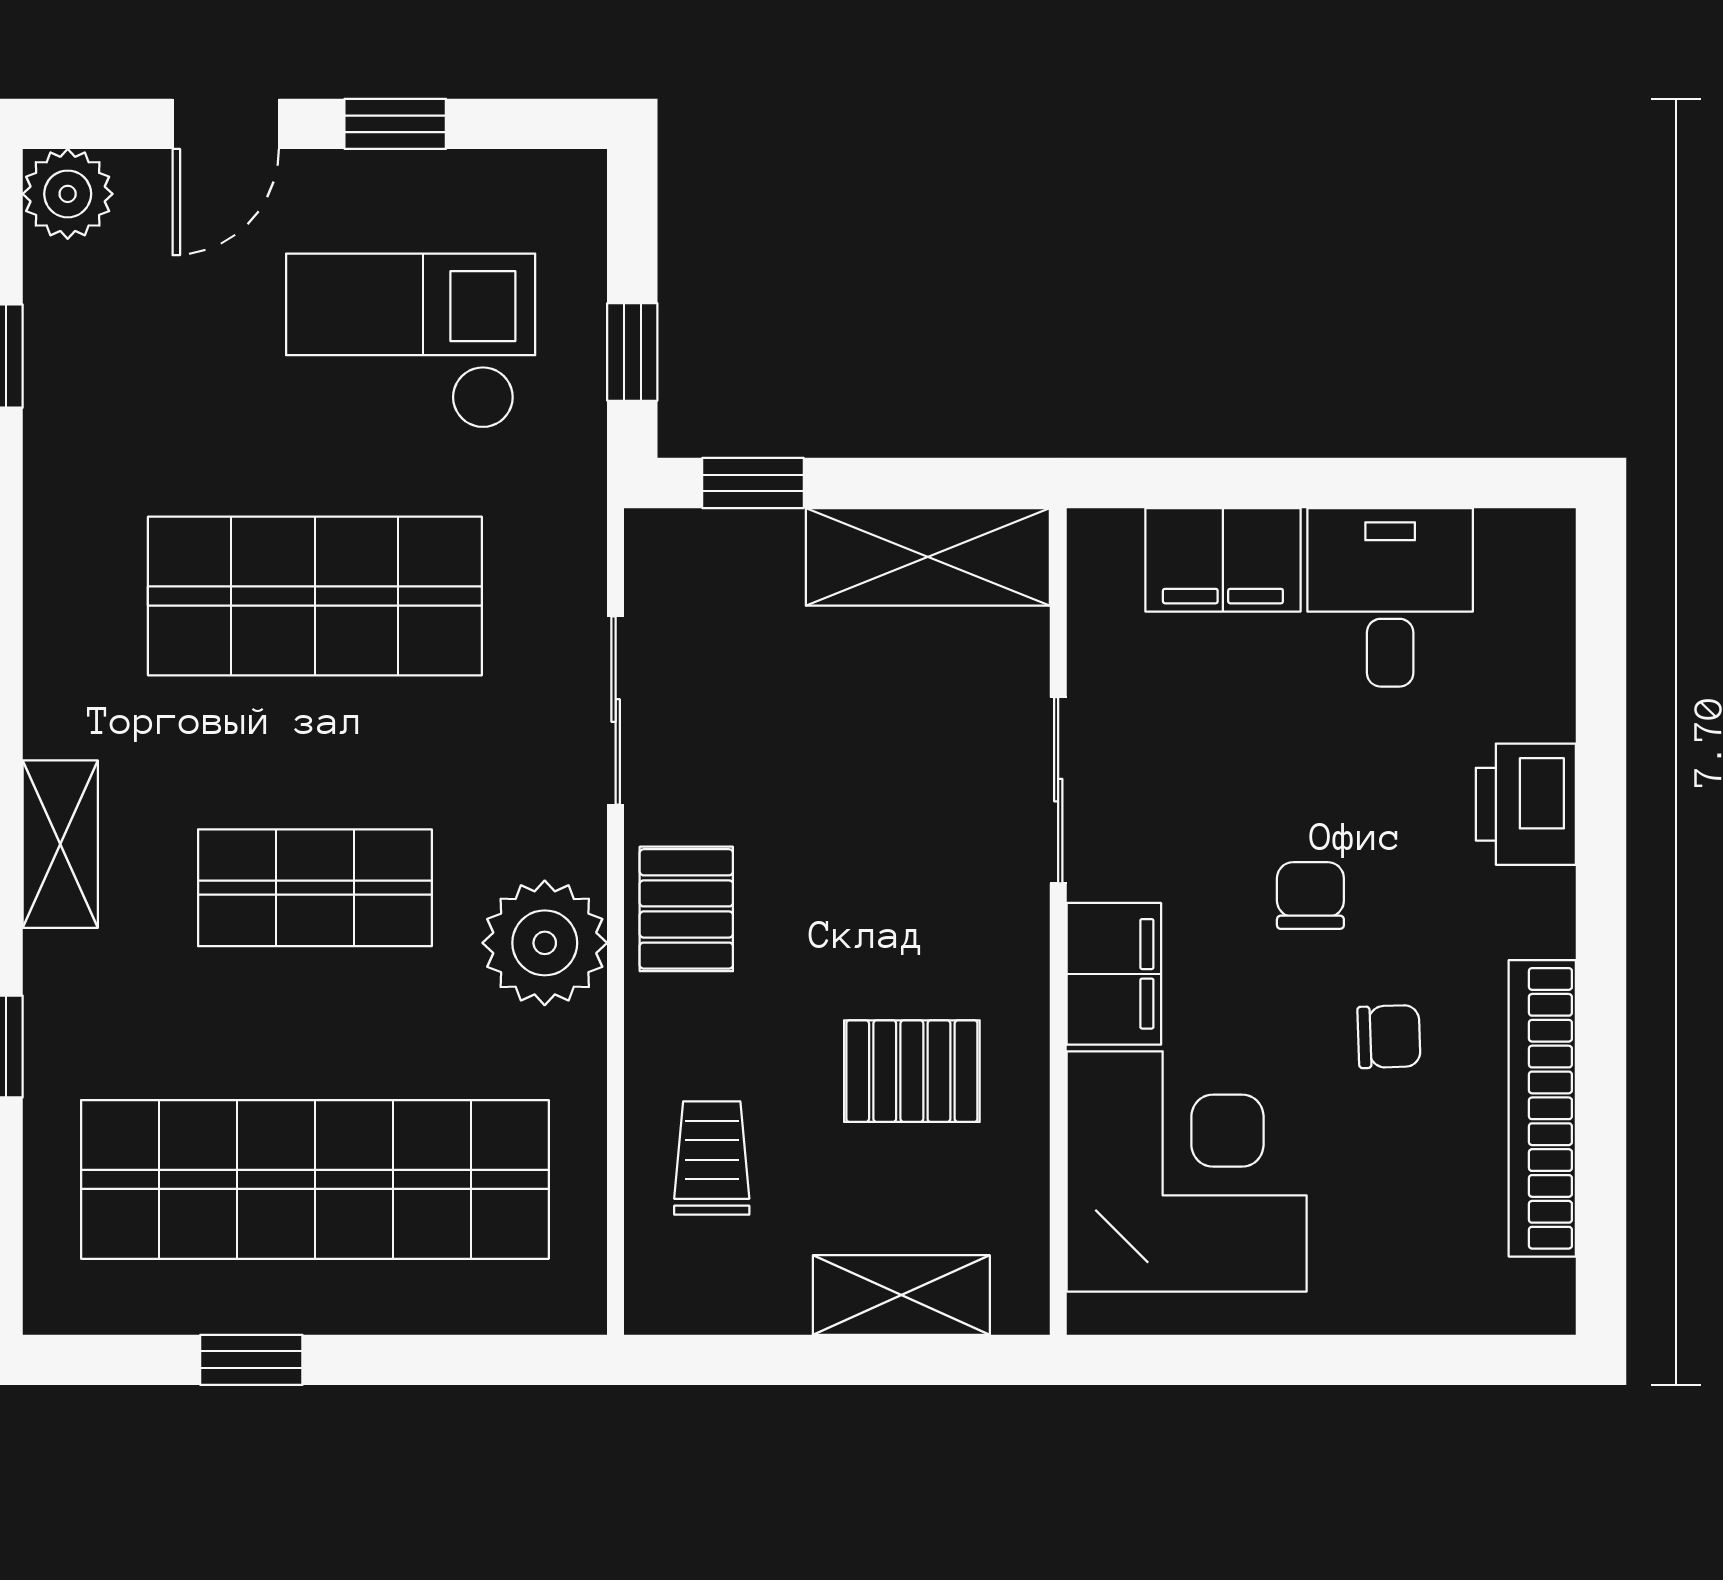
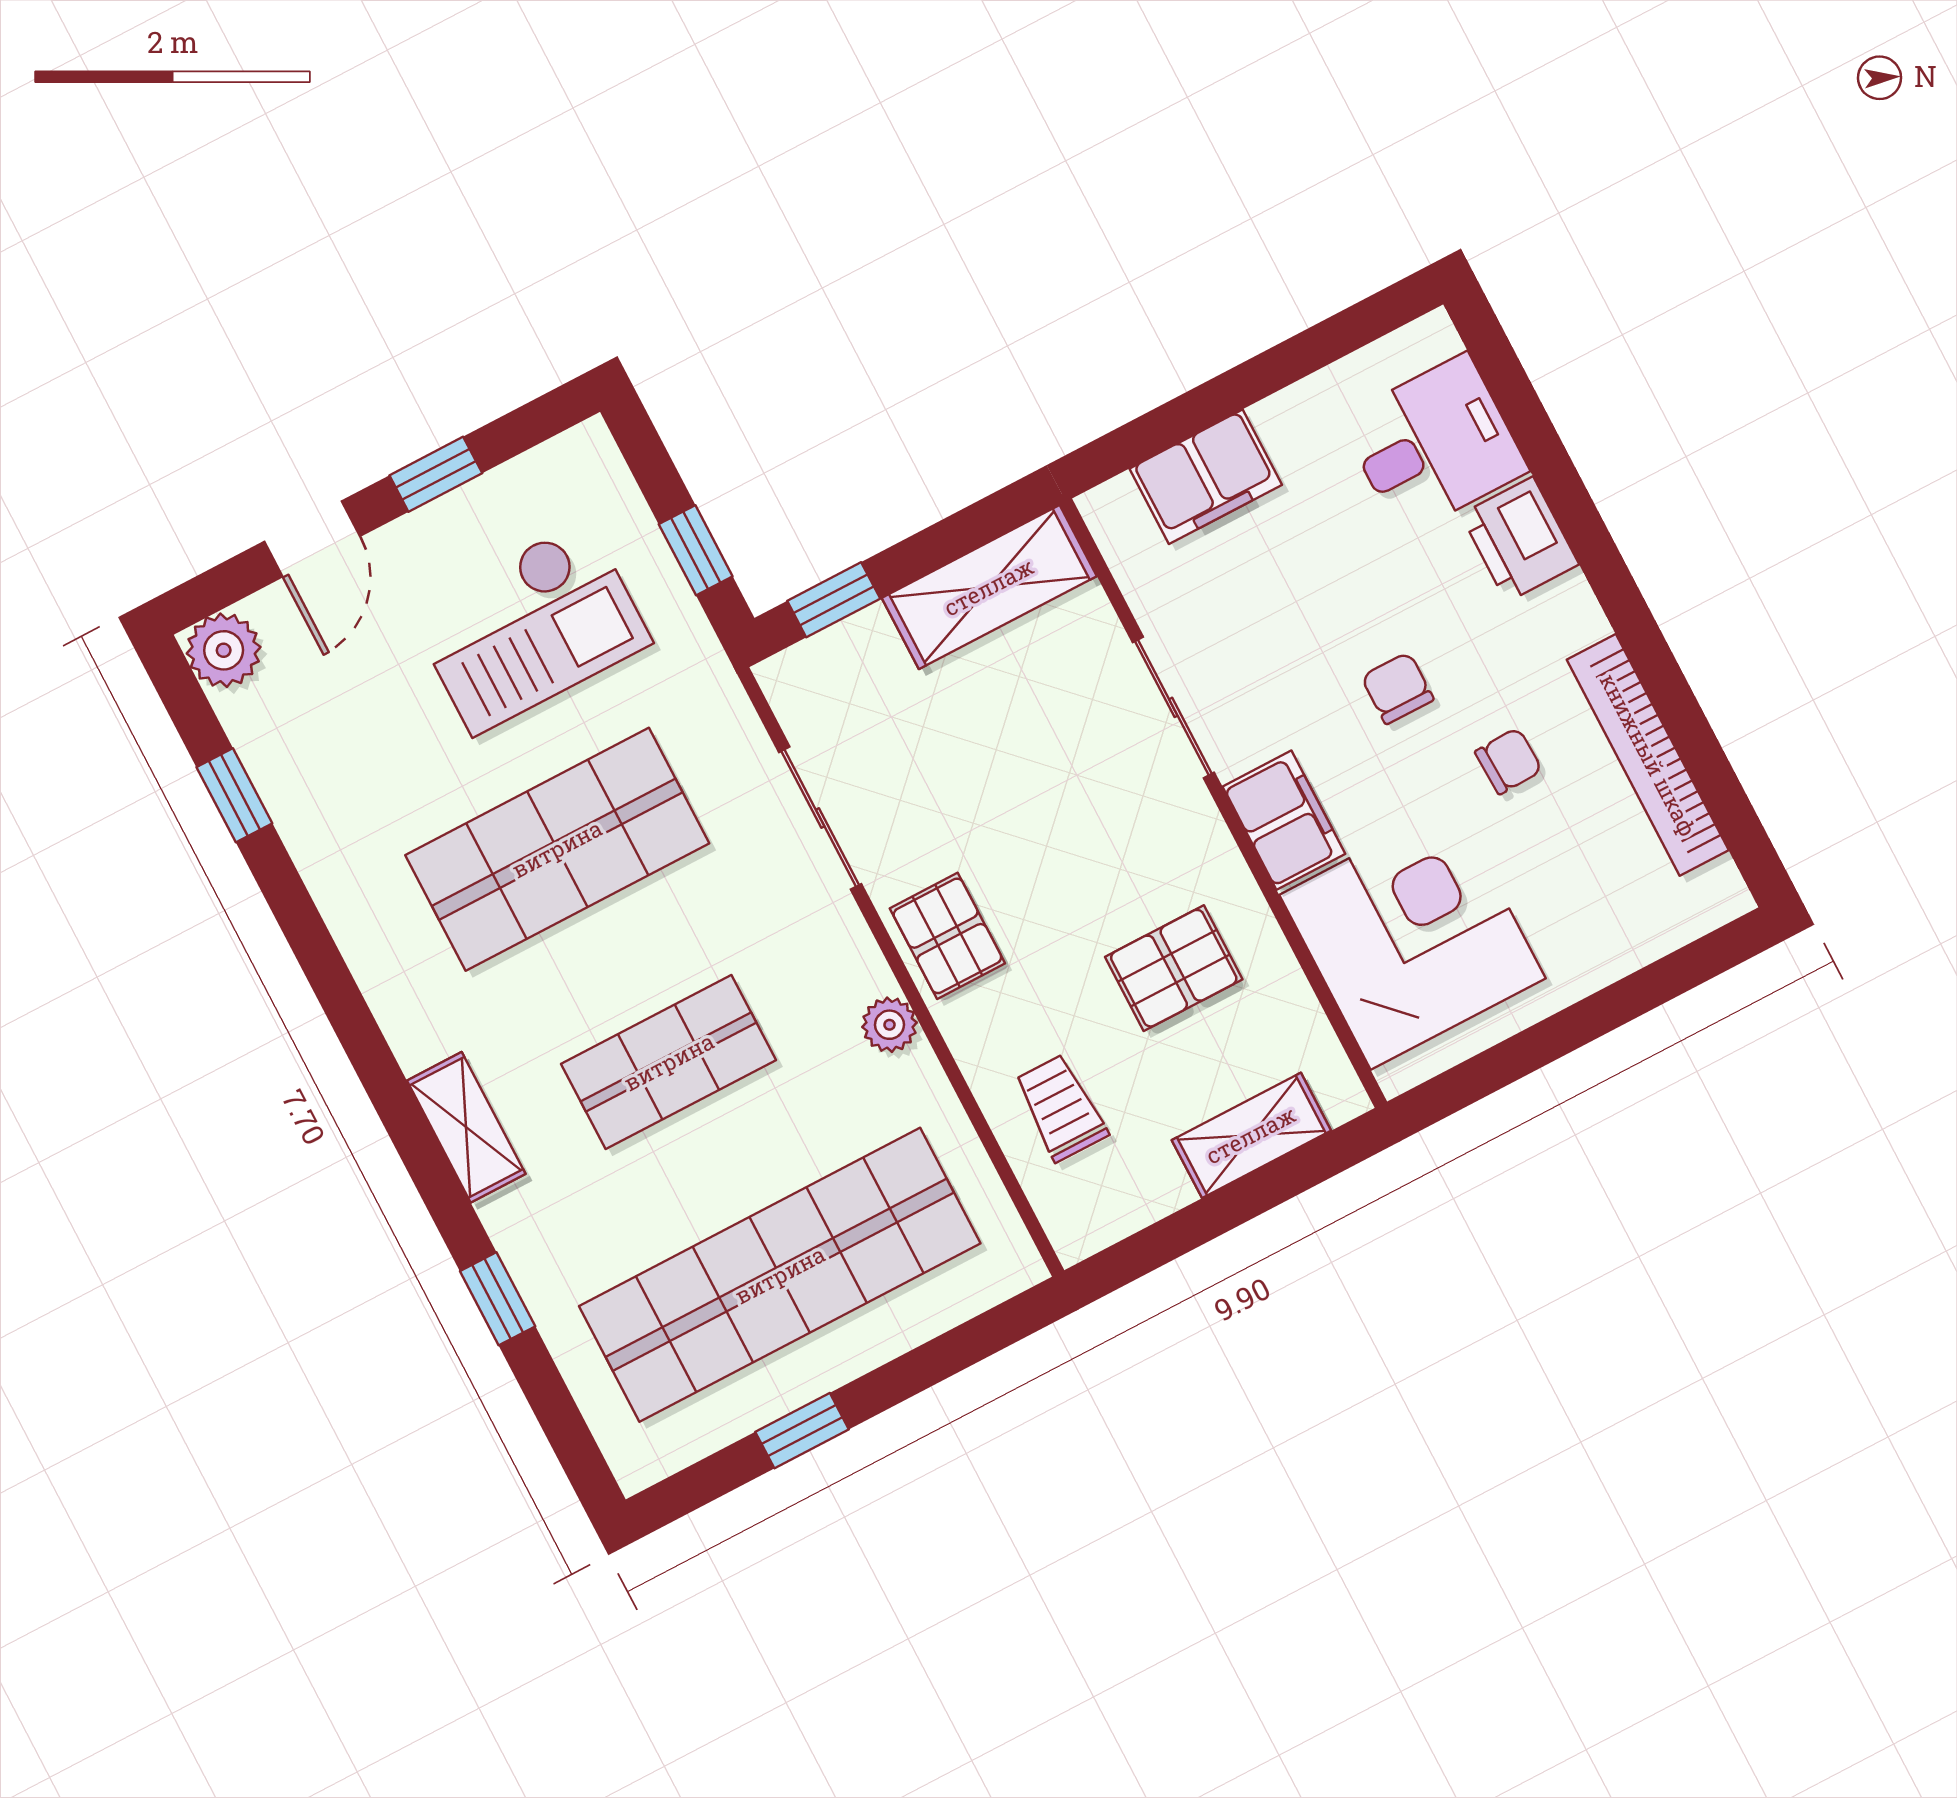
checkout: (411, 341) -> (530, 627), turned 180
desk: (1390, 597) -> (1434, 445), moved, turned 90
plant: (545, 943) -> (890, 1025), width x0.53, depth x0.53

